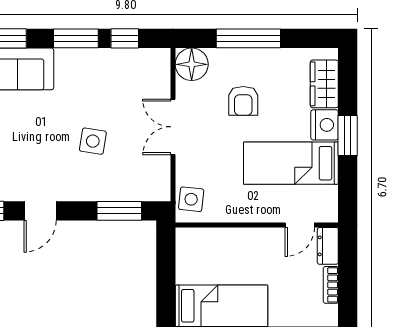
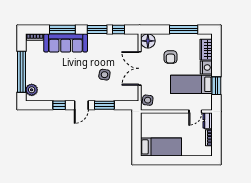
window: (248, 38) -> (184, 30), moved
double door: (173, 127) -> (140, 68), width x1.37
window: (348, 135) -> (216, 86), moved
window: (119, 211) -> (104, 105), moved

